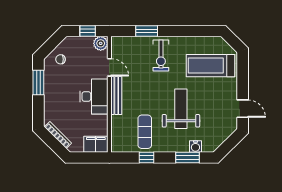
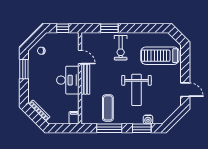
plant: (101, 43) -> (73, 38), removed
weight bench: (181, 109) -> (136, 90), turned 180
filing cabinet: (96, 144) -> (74, 118), width x0.50
window: (146, 157) -> (109, 128), width x2.17

